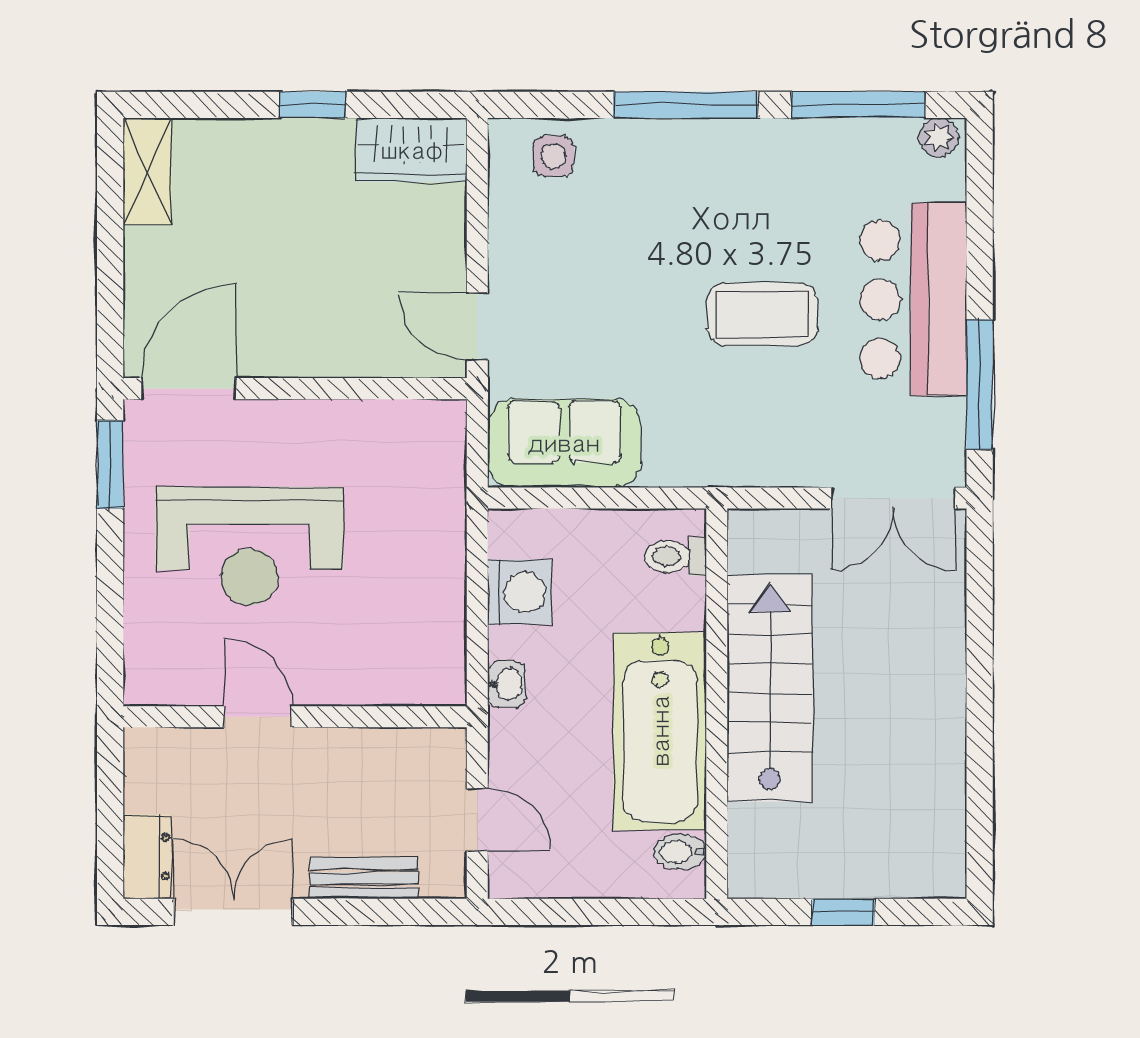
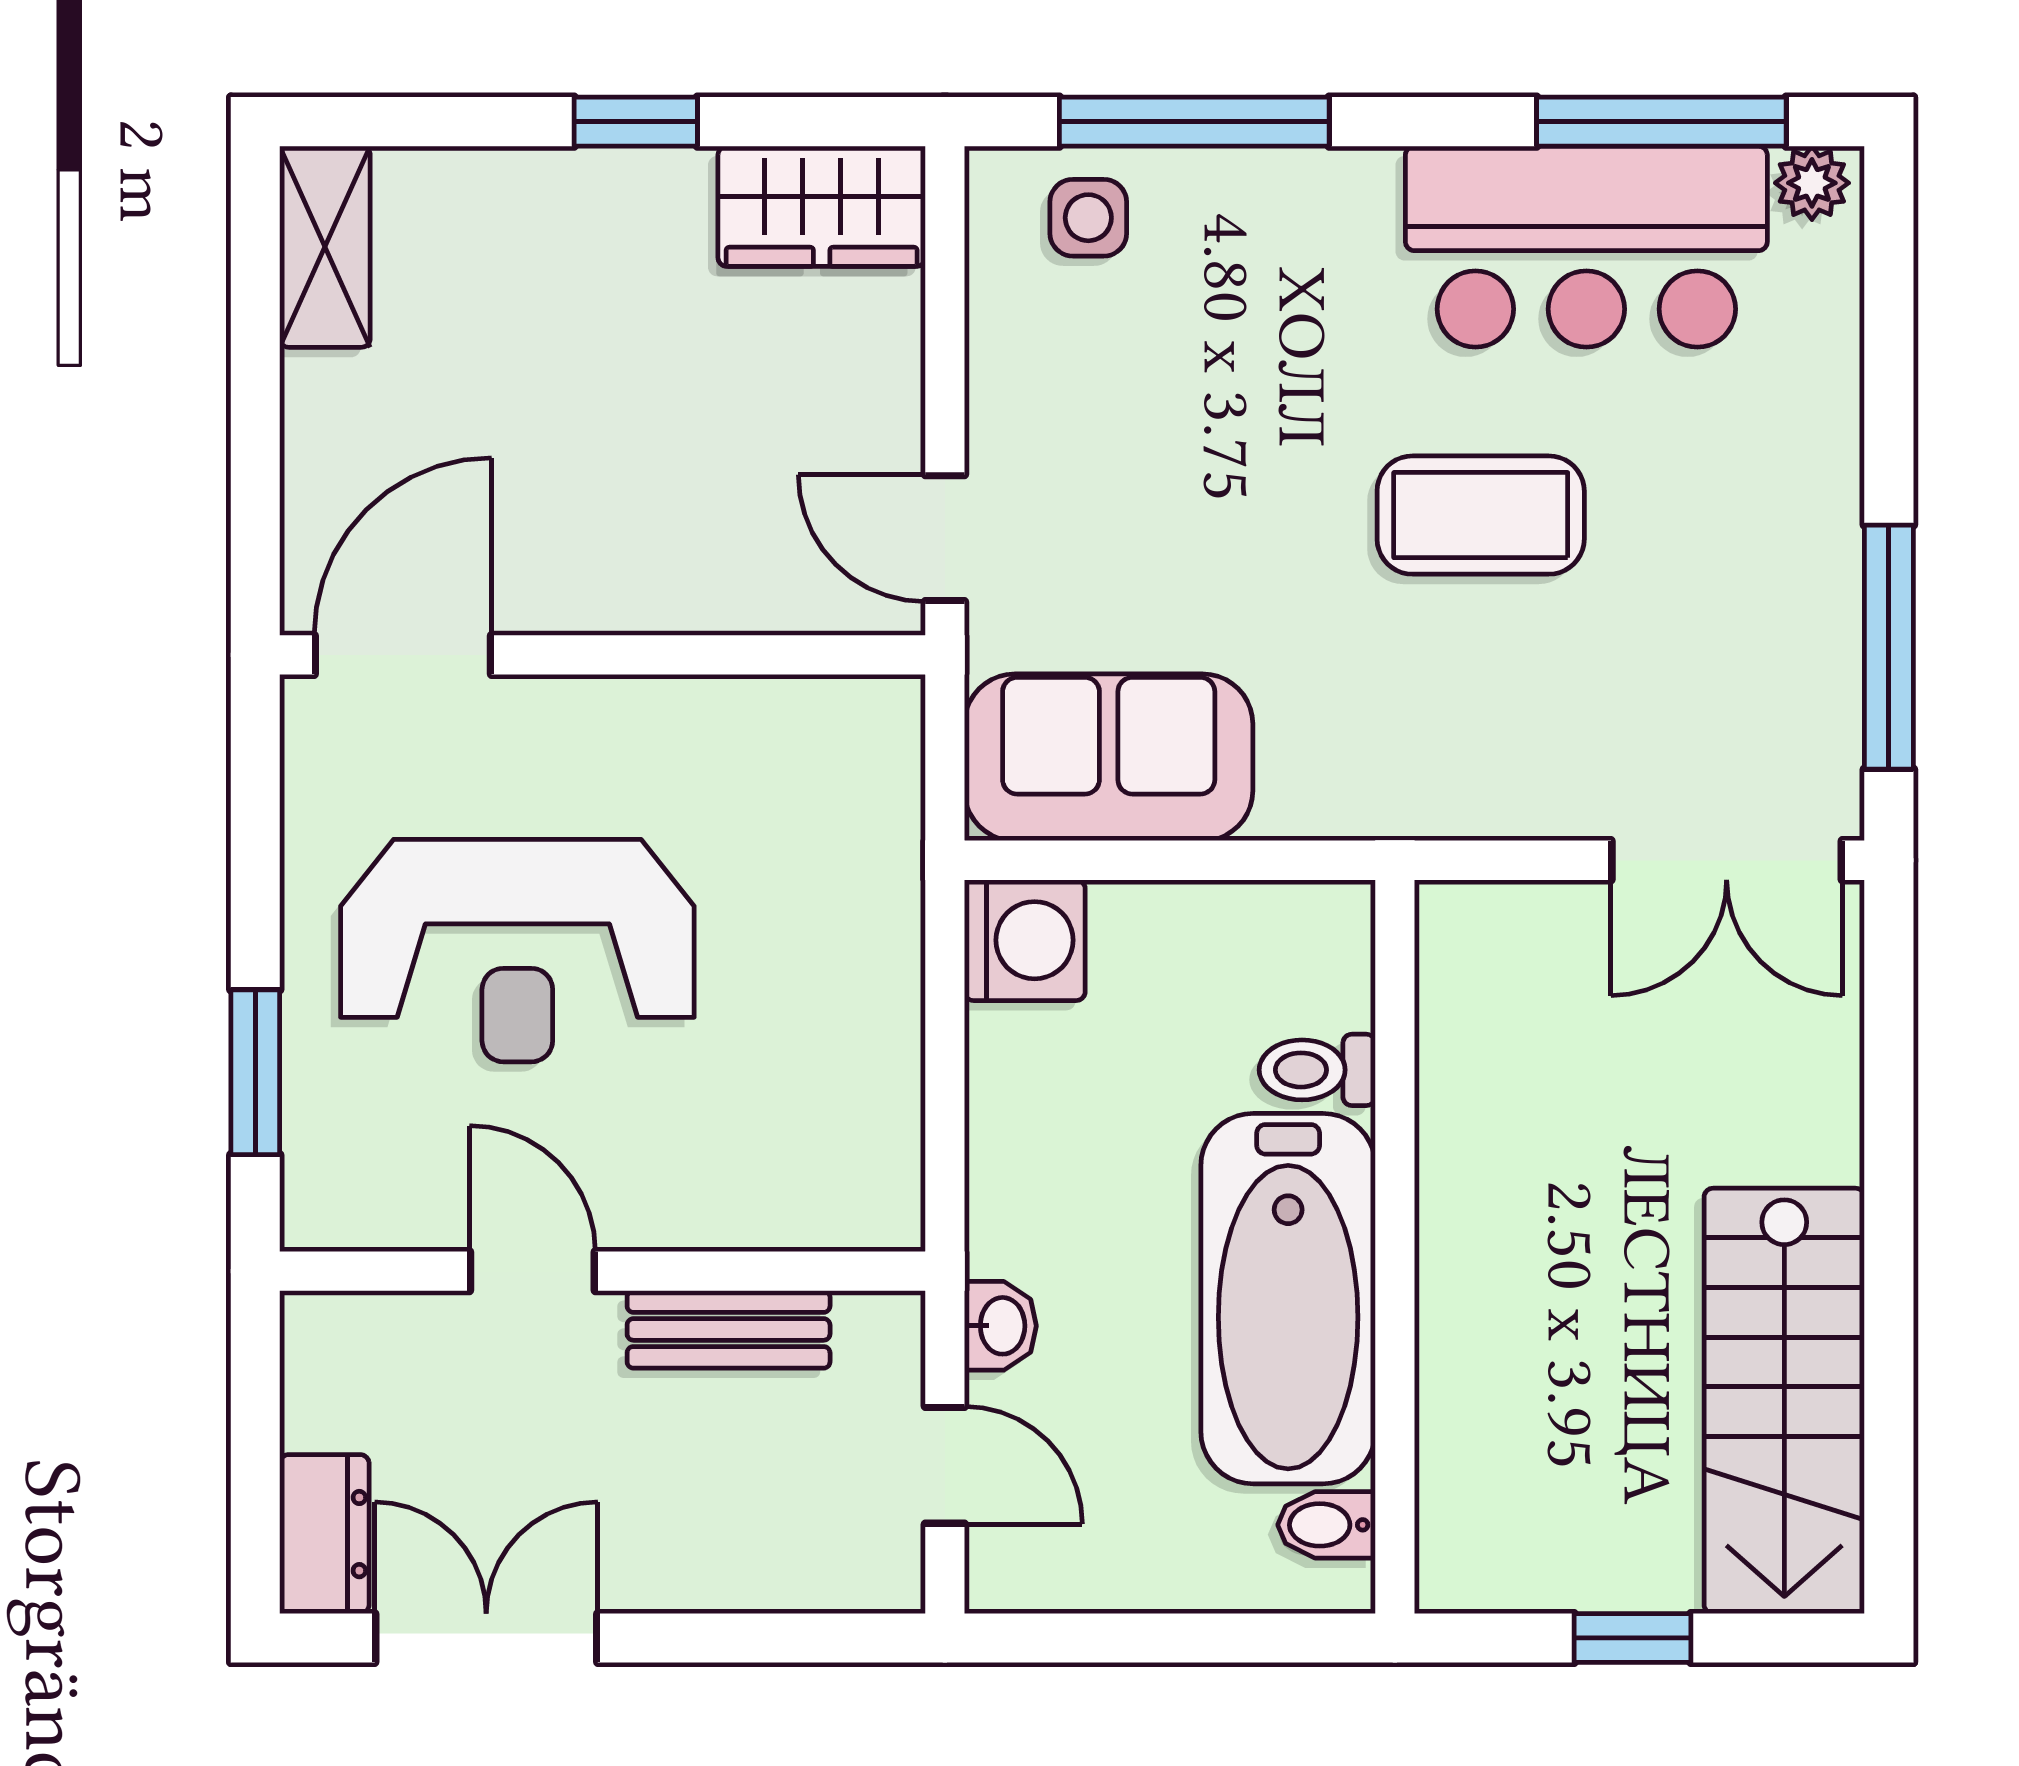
window: (686, 105) -> (1194, 122), moved
bar counter: (913, 299) -> (1586, 247), moved, turned -90
window: (110, 464) -> (255, 1072), moved
toilet: (675, 557) -> (1317, 1070), moved
washing machine: (520, 592) -> (1025, 940), moved
washbasin: (507, 684) -> (1000, 1326), moved
stairs: (770, 688) -> (1784, 1401), moved, turned 180
bench: (364, 878) -> (729, 1329), moved

